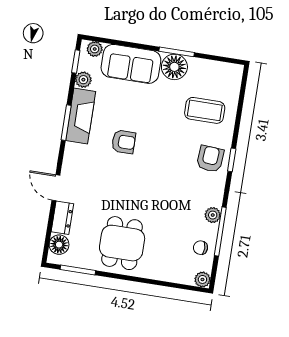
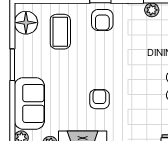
floor lamp: (174, 67) -> (26, 23), moved
armchair: (210, 159) -> (102, 20), turned -94

